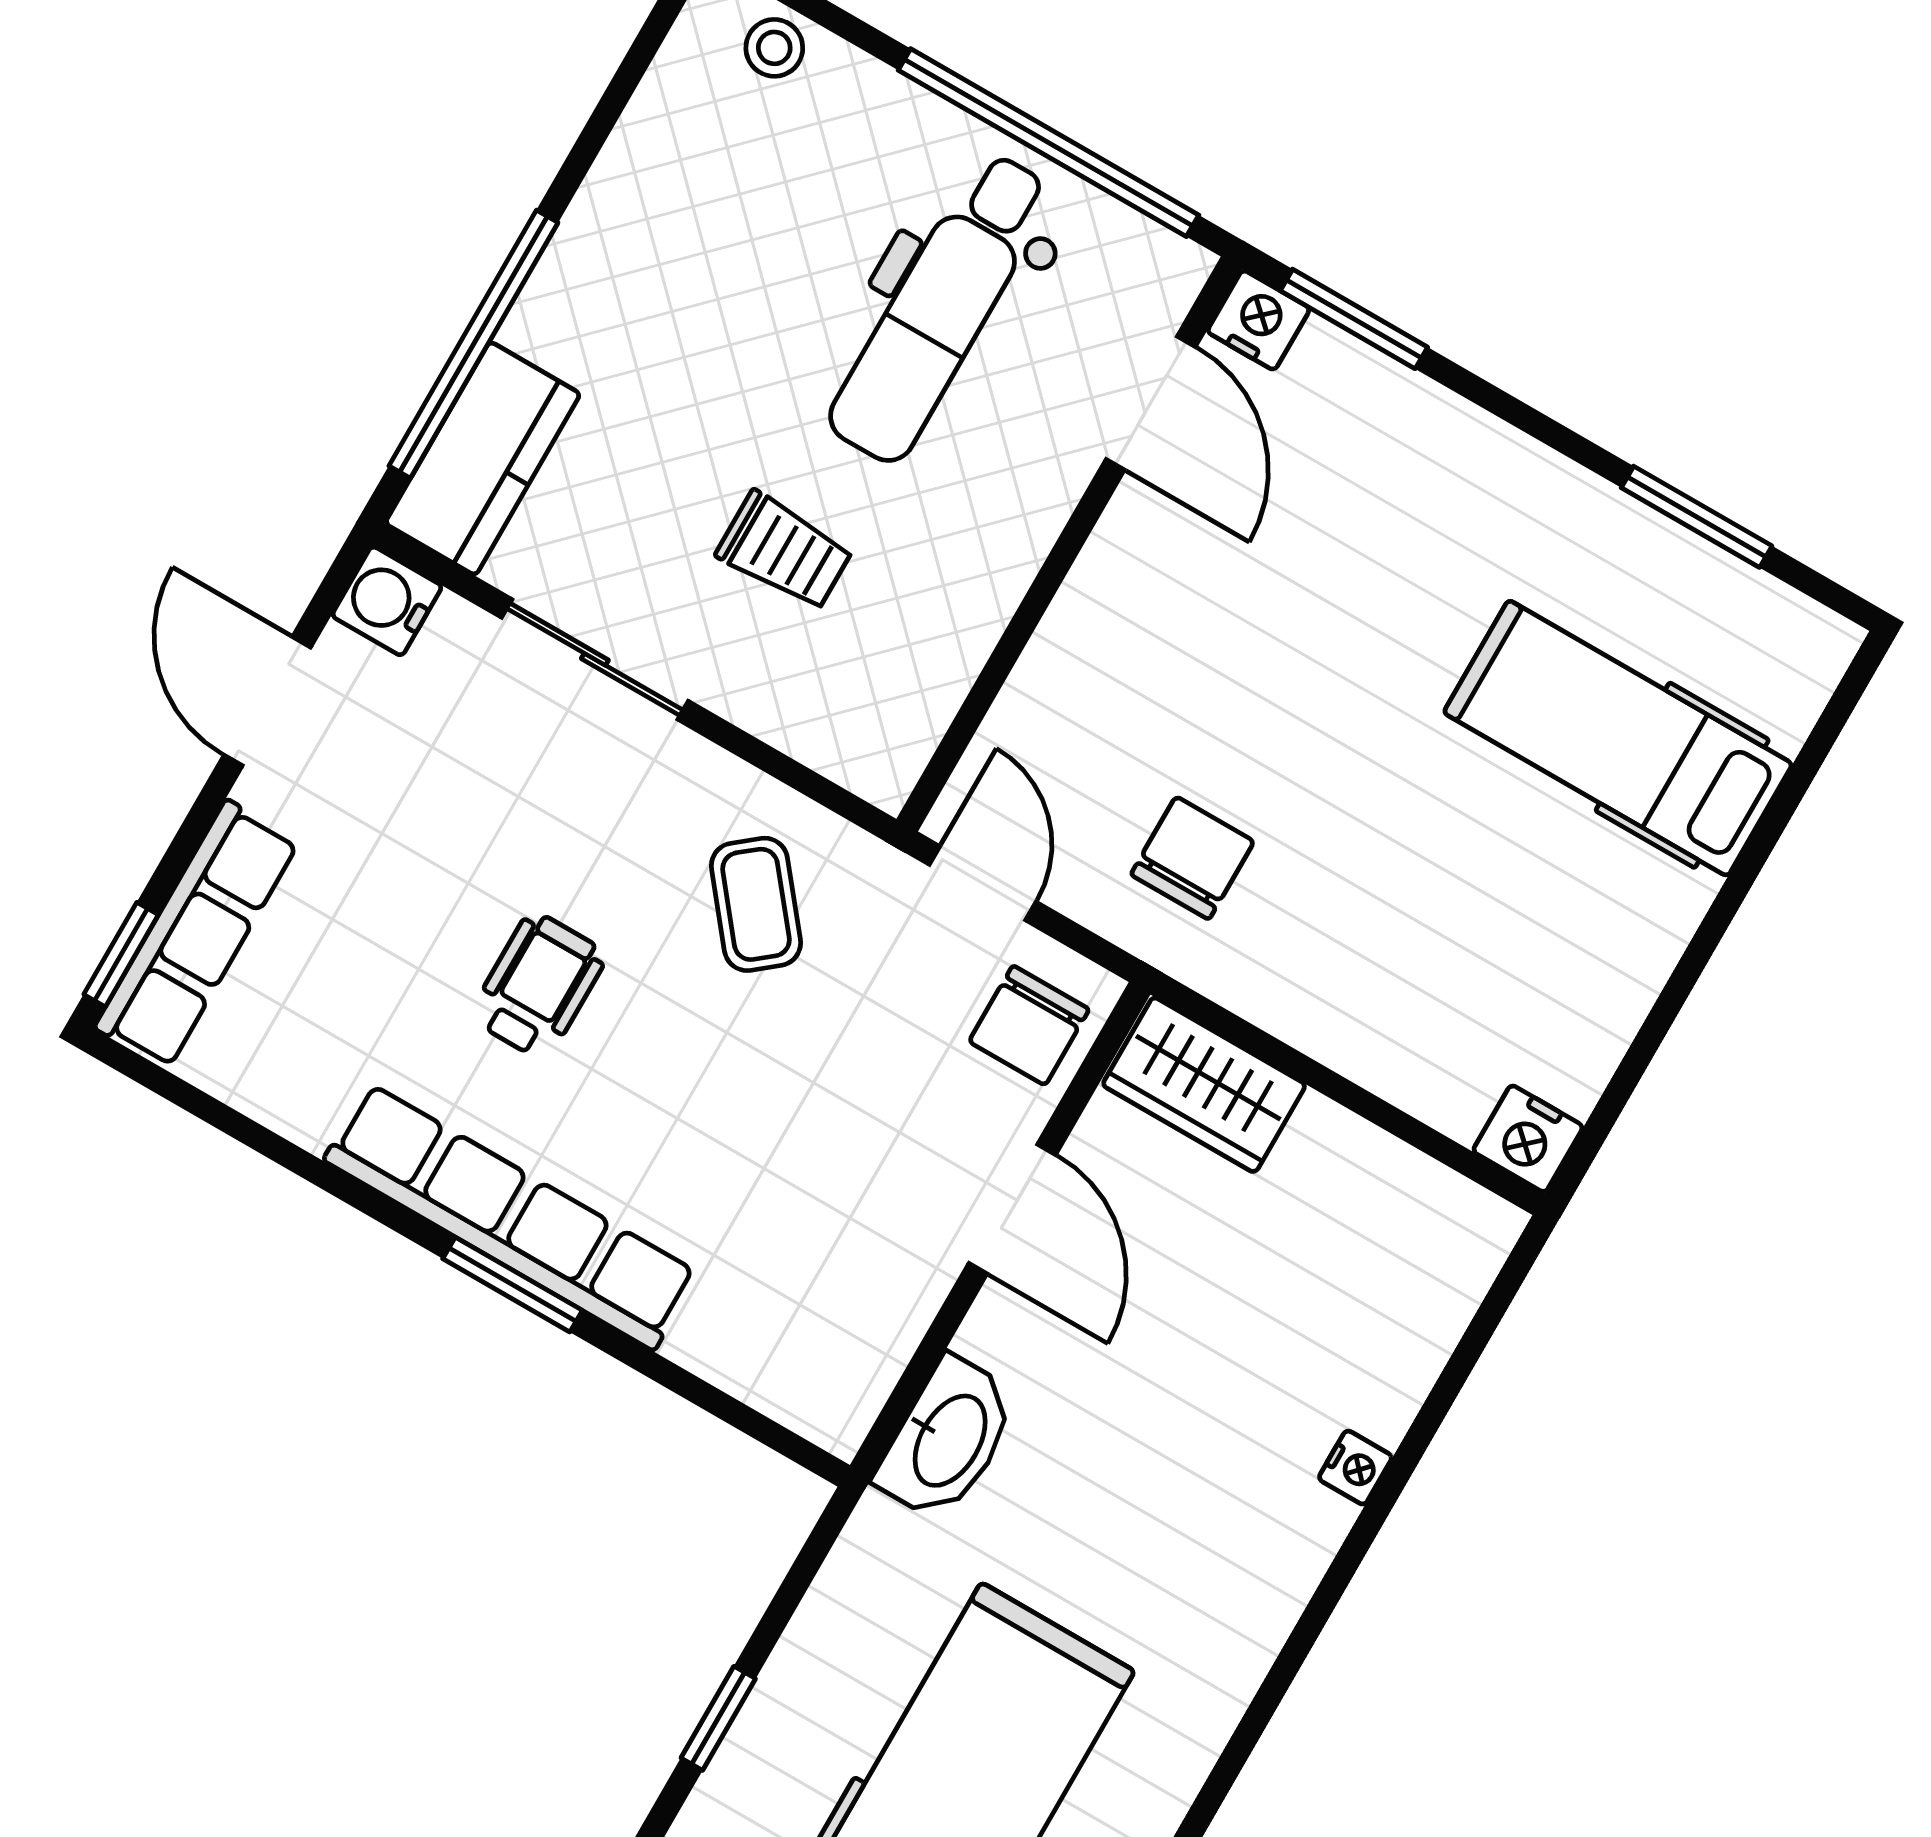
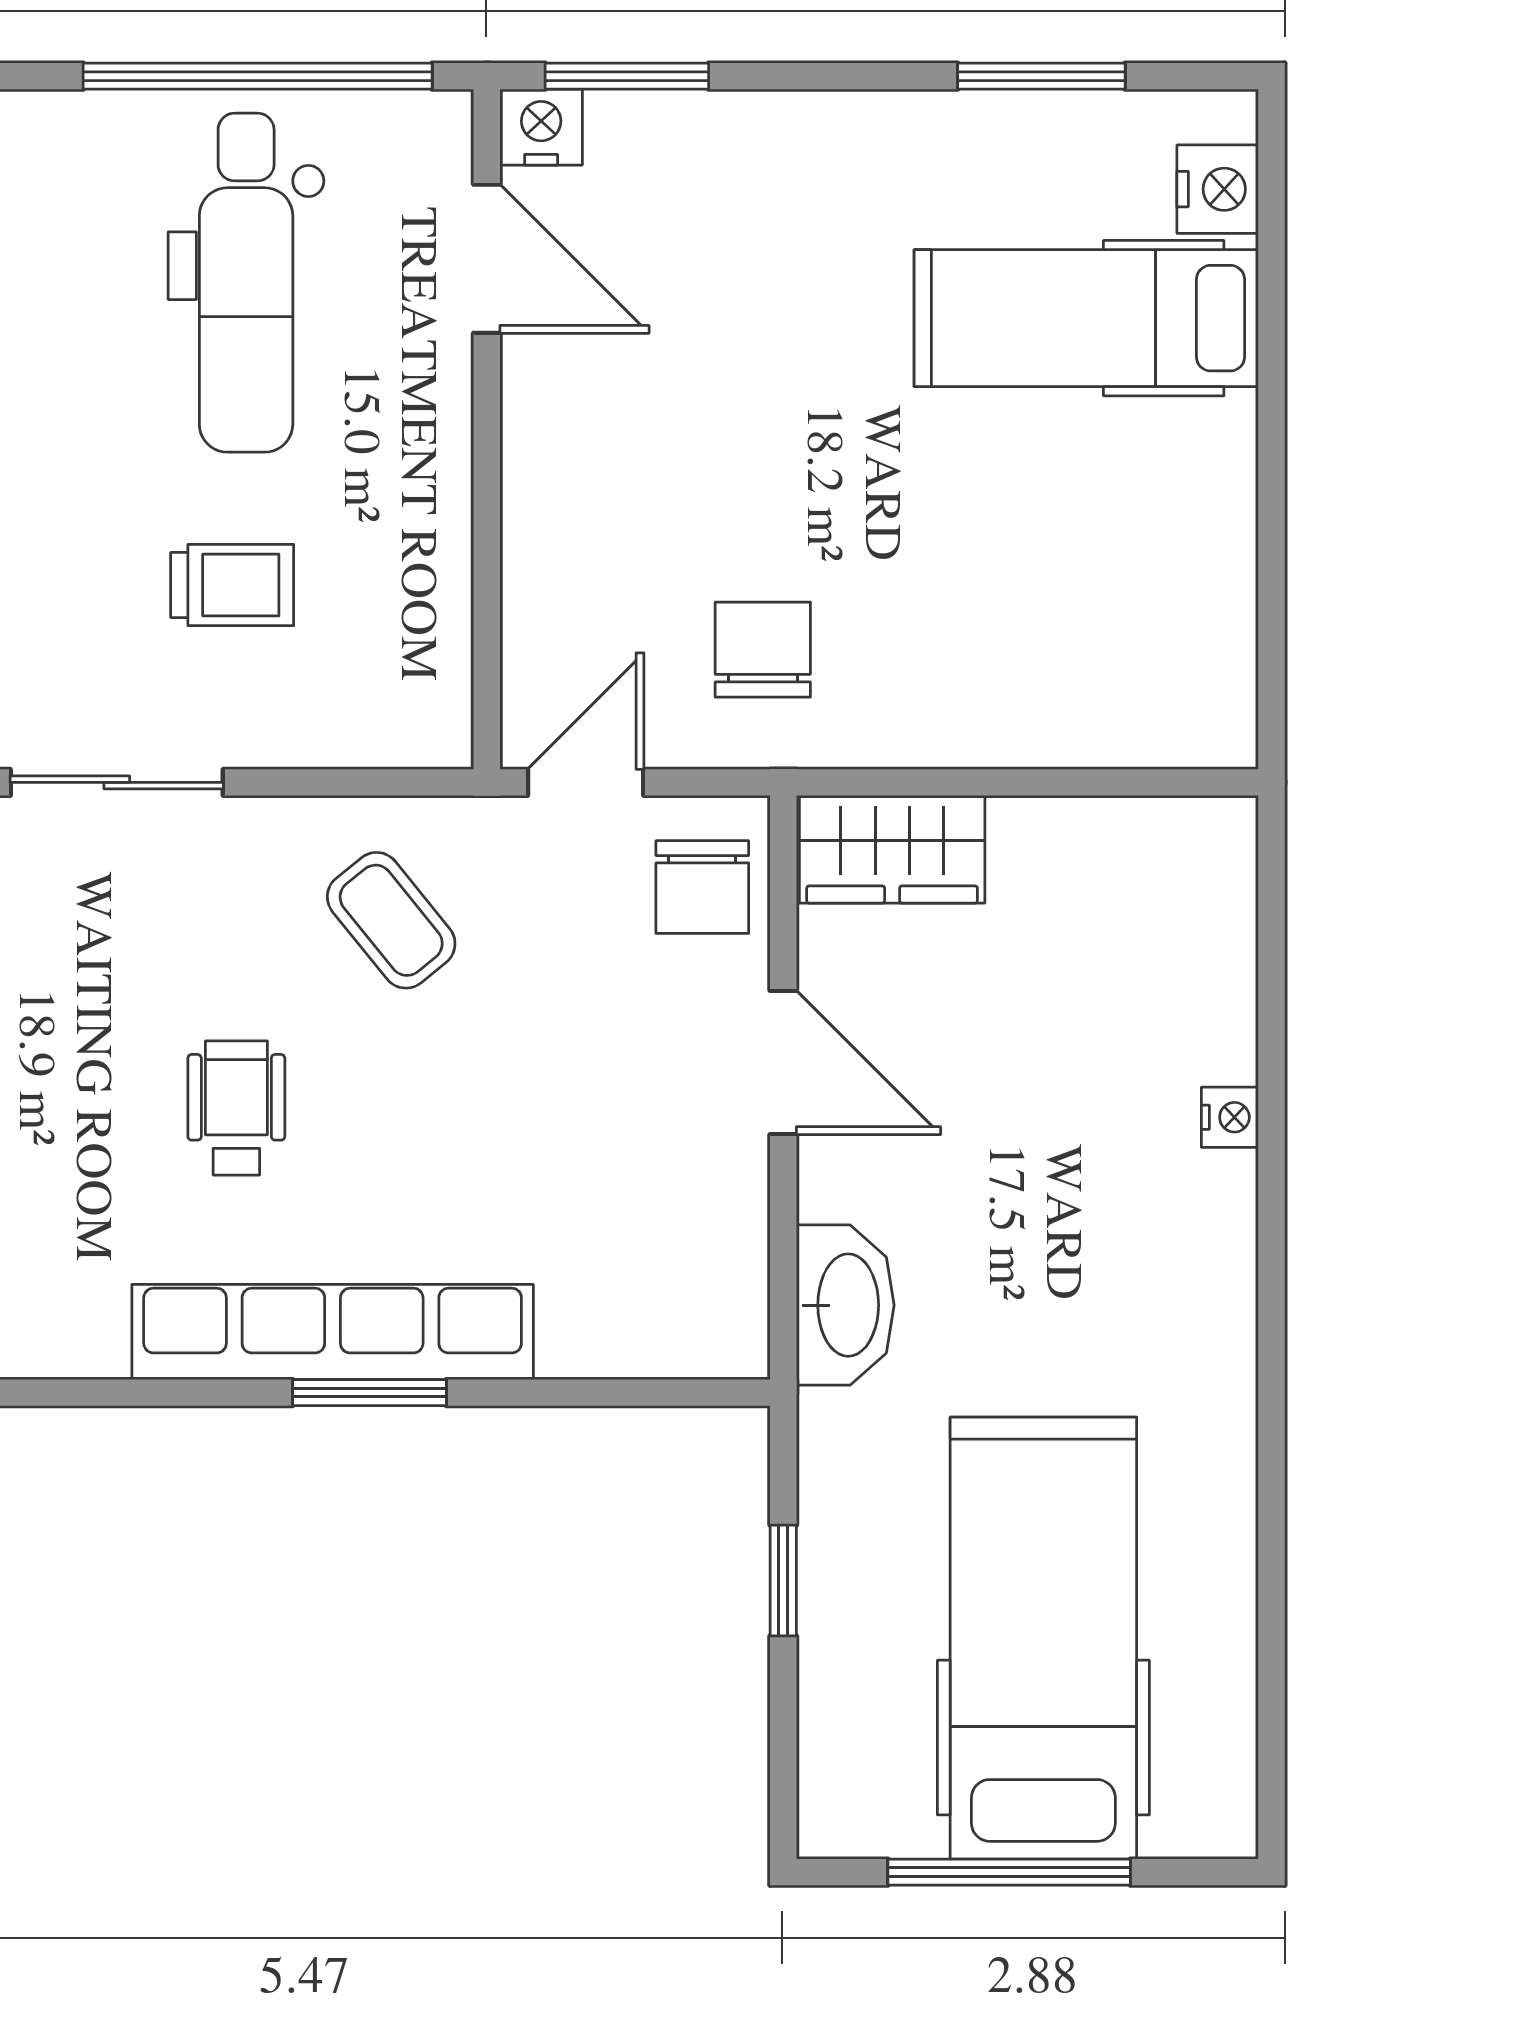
door: (983, 883) -> (586, 782), hinge flipped
nightstand: (1528, 1139) -> (1218, 189), moved, turned -90
window: (718, 1718) -> (783, 1580), moved

